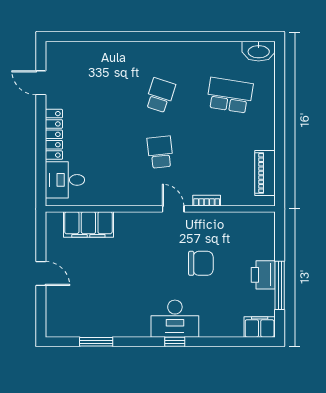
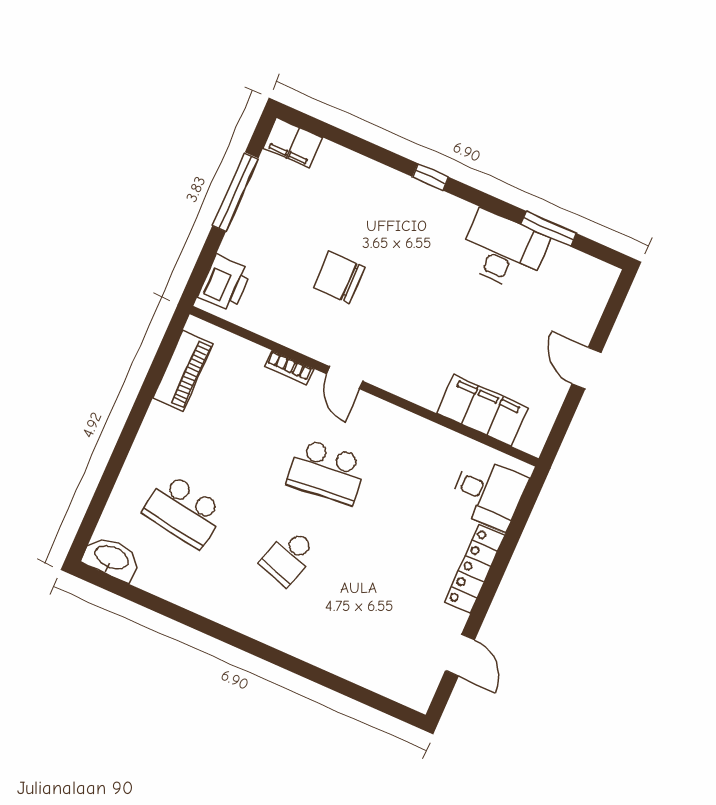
school desk: (160, 152) -> (326, 472), width x1.85
printer: (263, 275) -> (225, 283), moved
desk: (175, 319) -> (503, 250), moved

